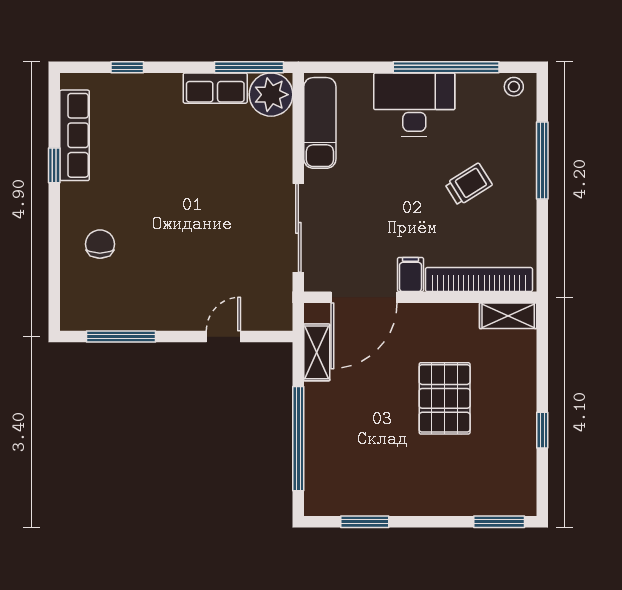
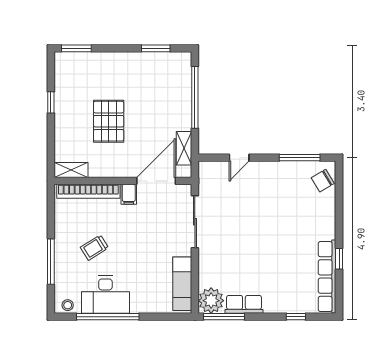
desk: (414, 105) -> (105, 295), moved
row of seats: (75, 135) -> (327, 277), width x1.36
chair: (100, 244) -> (323, 181), moved, turned 59

